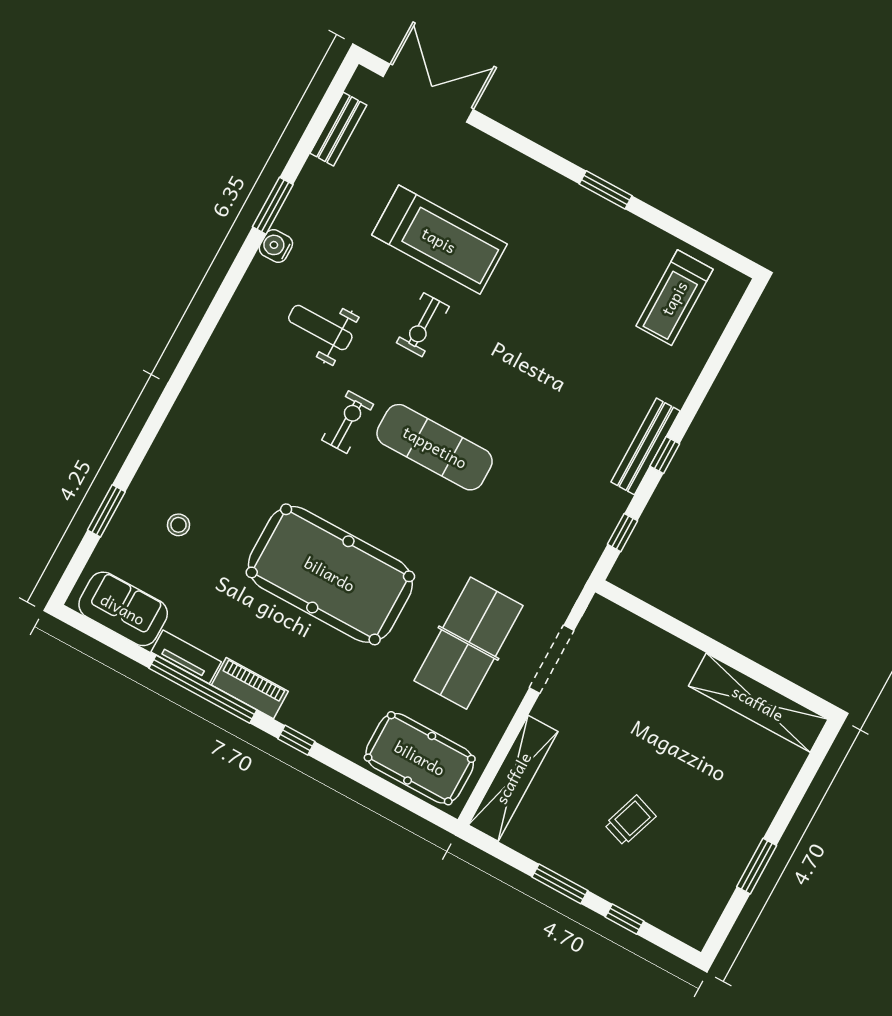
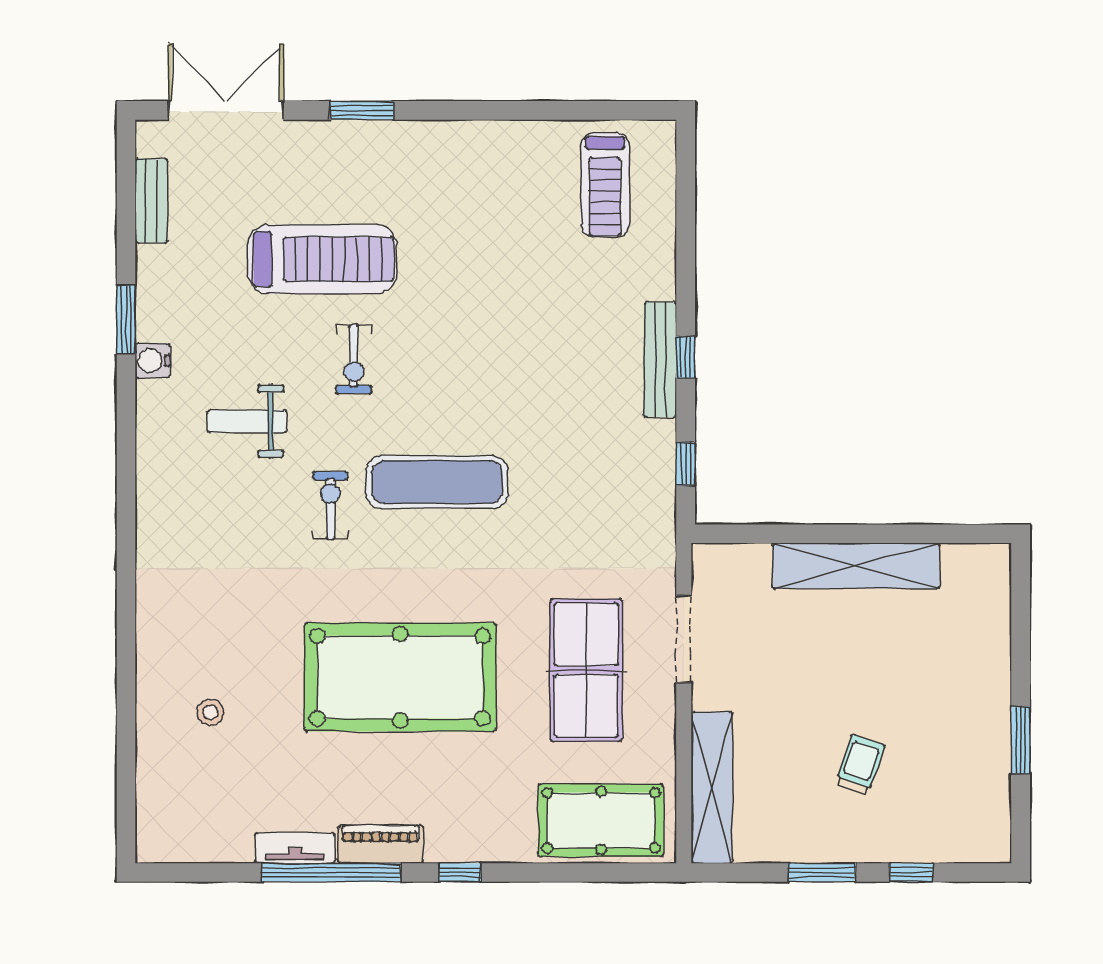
window: (606, 190) -> (362, 110), moved
window: (106, 511) -> (126, 739), removed
sofa: (123, 609) -> (200, 833), removed
shelving: (758, 703) -> (856, 566), moved

